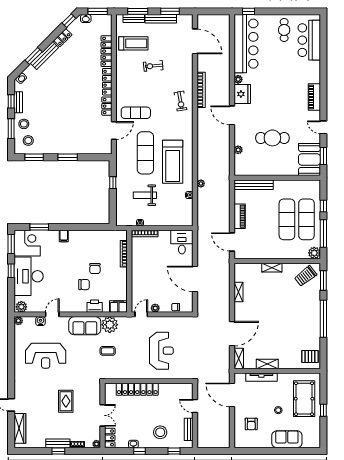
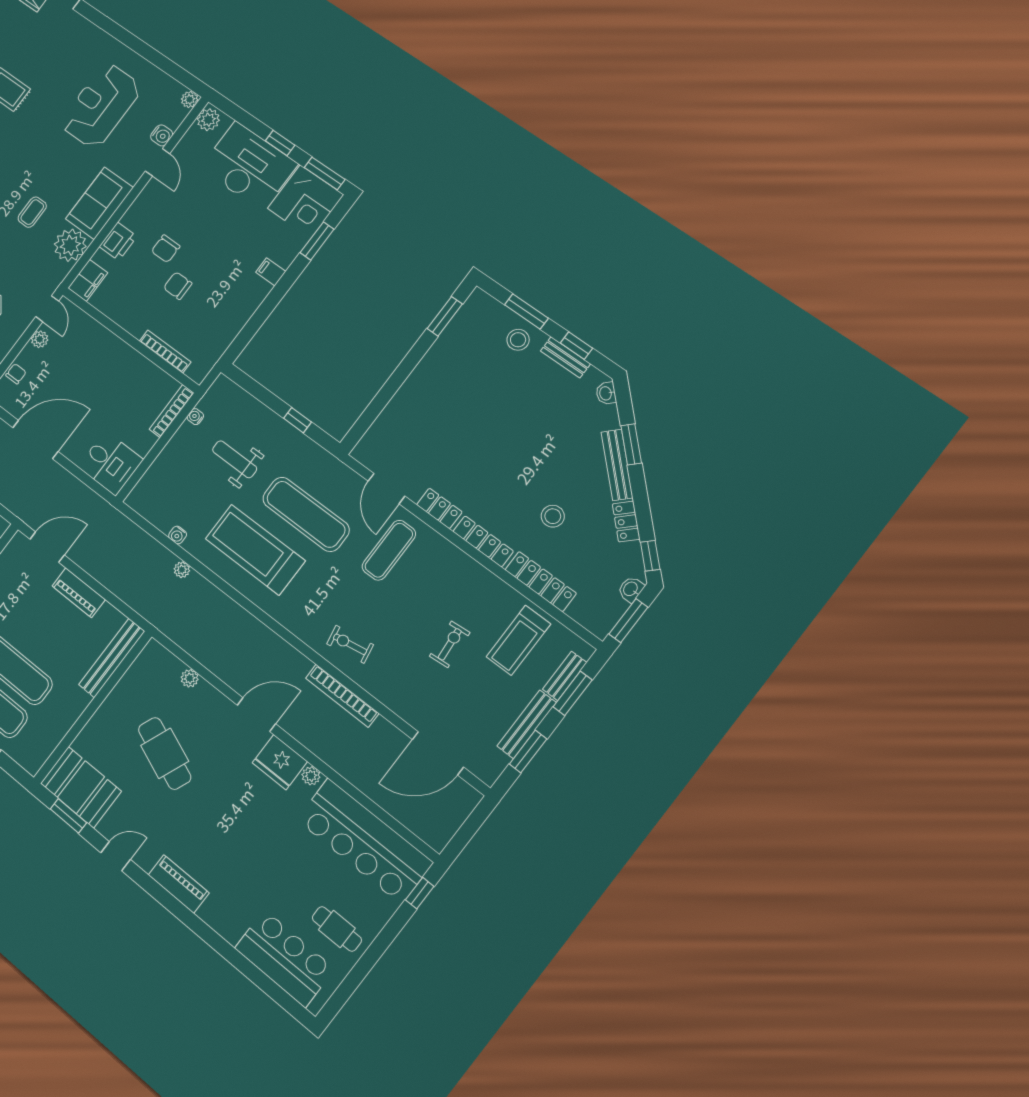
cafe table: (272, 138) -> (165, 753), turned -68
stool: (28, 141) -> (553, 516), moved
window: (68, 157) -> (400, 374), removed
weight bench: (145, 195) -> (235, 459), turned -90

